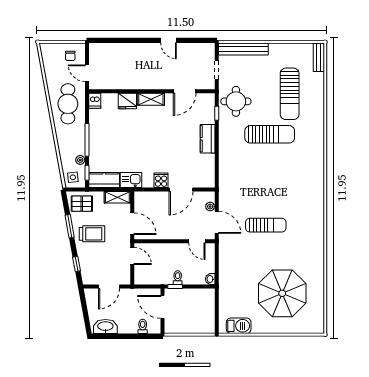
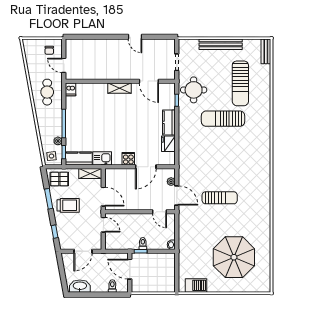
bench: (243, 49) -> (221, 44), moved
door: (185, 91) -> (149, 81), hinge flipped
fridge: (127, 101) -> (168, 144), moved, turned 90
cafe table: (68, 104) -> (47, 92), width x0.73, depth x0.74
sun lounger: (270, 134) -> (223, 119), turned 180

